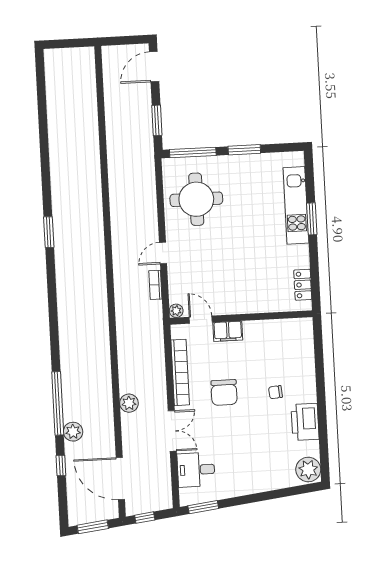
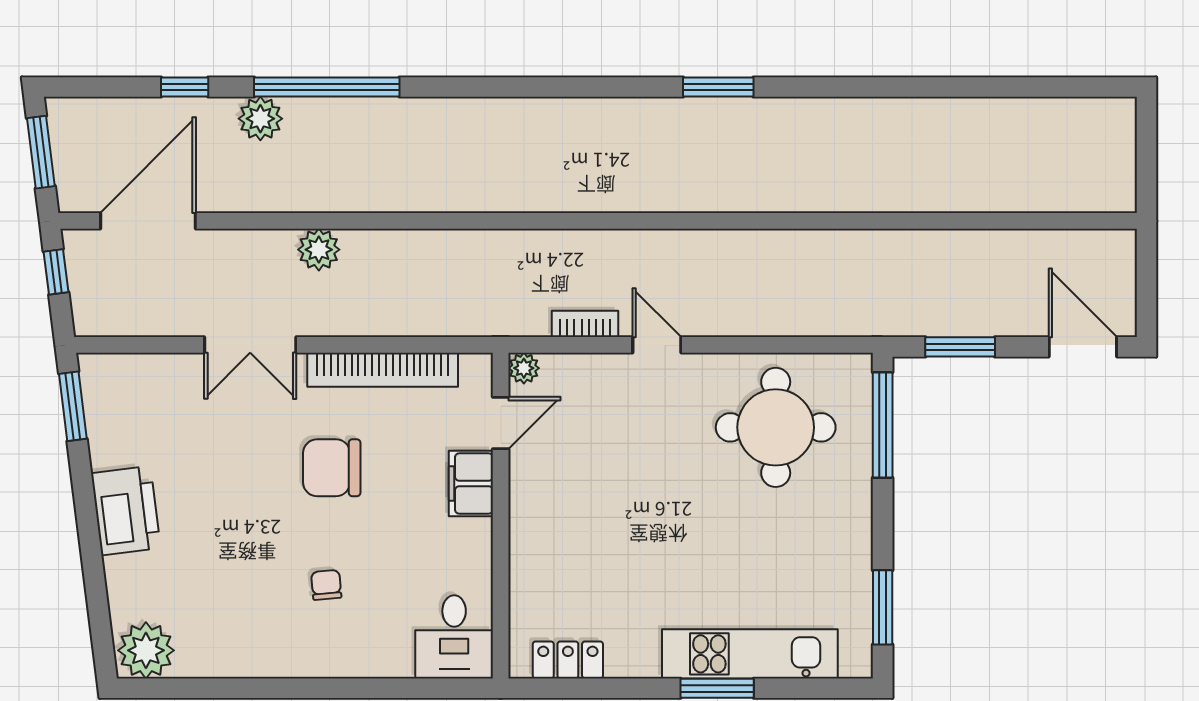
window: (244, 150) -> (883, 607), moved
printer: (305, 422) -> (126, 511), moved, turned 83
desk: (196, 470) -> (454, 637), moved, turned 180

